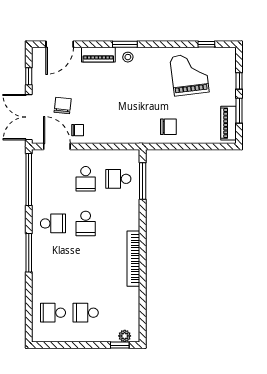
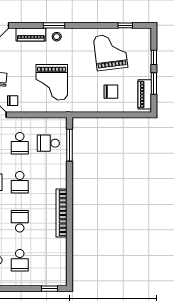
grand piano: (122, 109) -> (52, 82), added
chair: (168, 127) -> (111, 92), moved
school desk: (86, 268) -> (20, 221), added
school desk: (86, 313) -> (20, 260), turned -90
plant: (125, 336) -> (54, 281), removed

